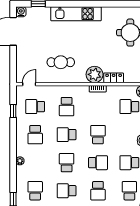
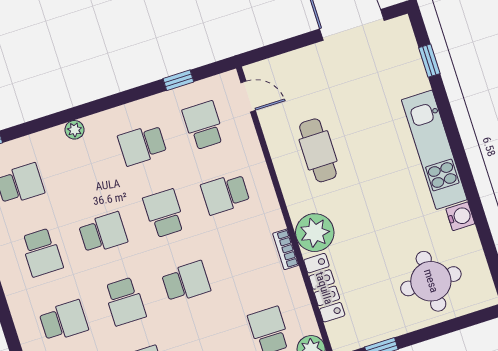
water cooler: (21, 12) -> (460, 216), moved
locker: (114, 78) -> (324, 288), width x1.53
school desk: (67, 191) -> (42, 252), turned 180
school desk: (98, 191) -> (64, 321), turned 180

